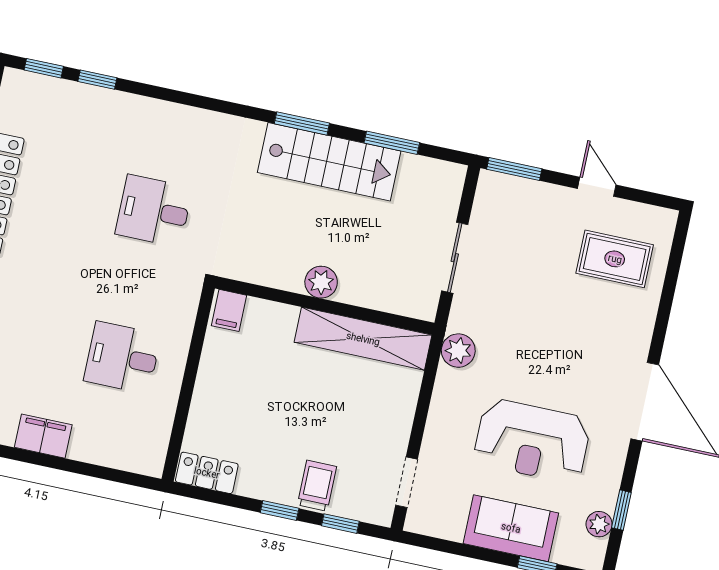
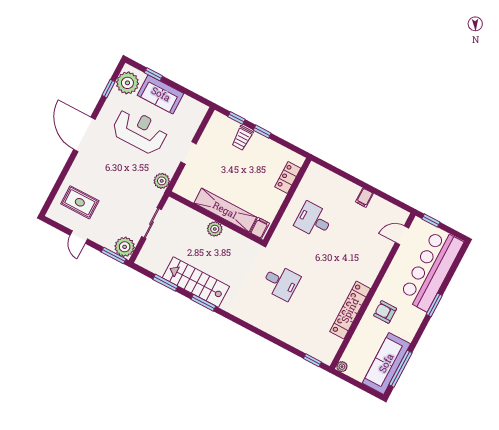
window: (97, 80) -> (290, 348), removed
plant: (497, 193) -> (125, 247), added
shelving: (363, 339) -> (225, 210), moved
desk: (122, 358) -> (314, 220), turned 180
filing cabinet: (43, 436) -> (364, 198), width x0.50
locker: (207, 473) -> (288, 177), moved, turned 90
doorway: (407, 482) -> (189, 153), moved
plant: (599, 524) -> (127, 83), width x1.88, depth x1.88

